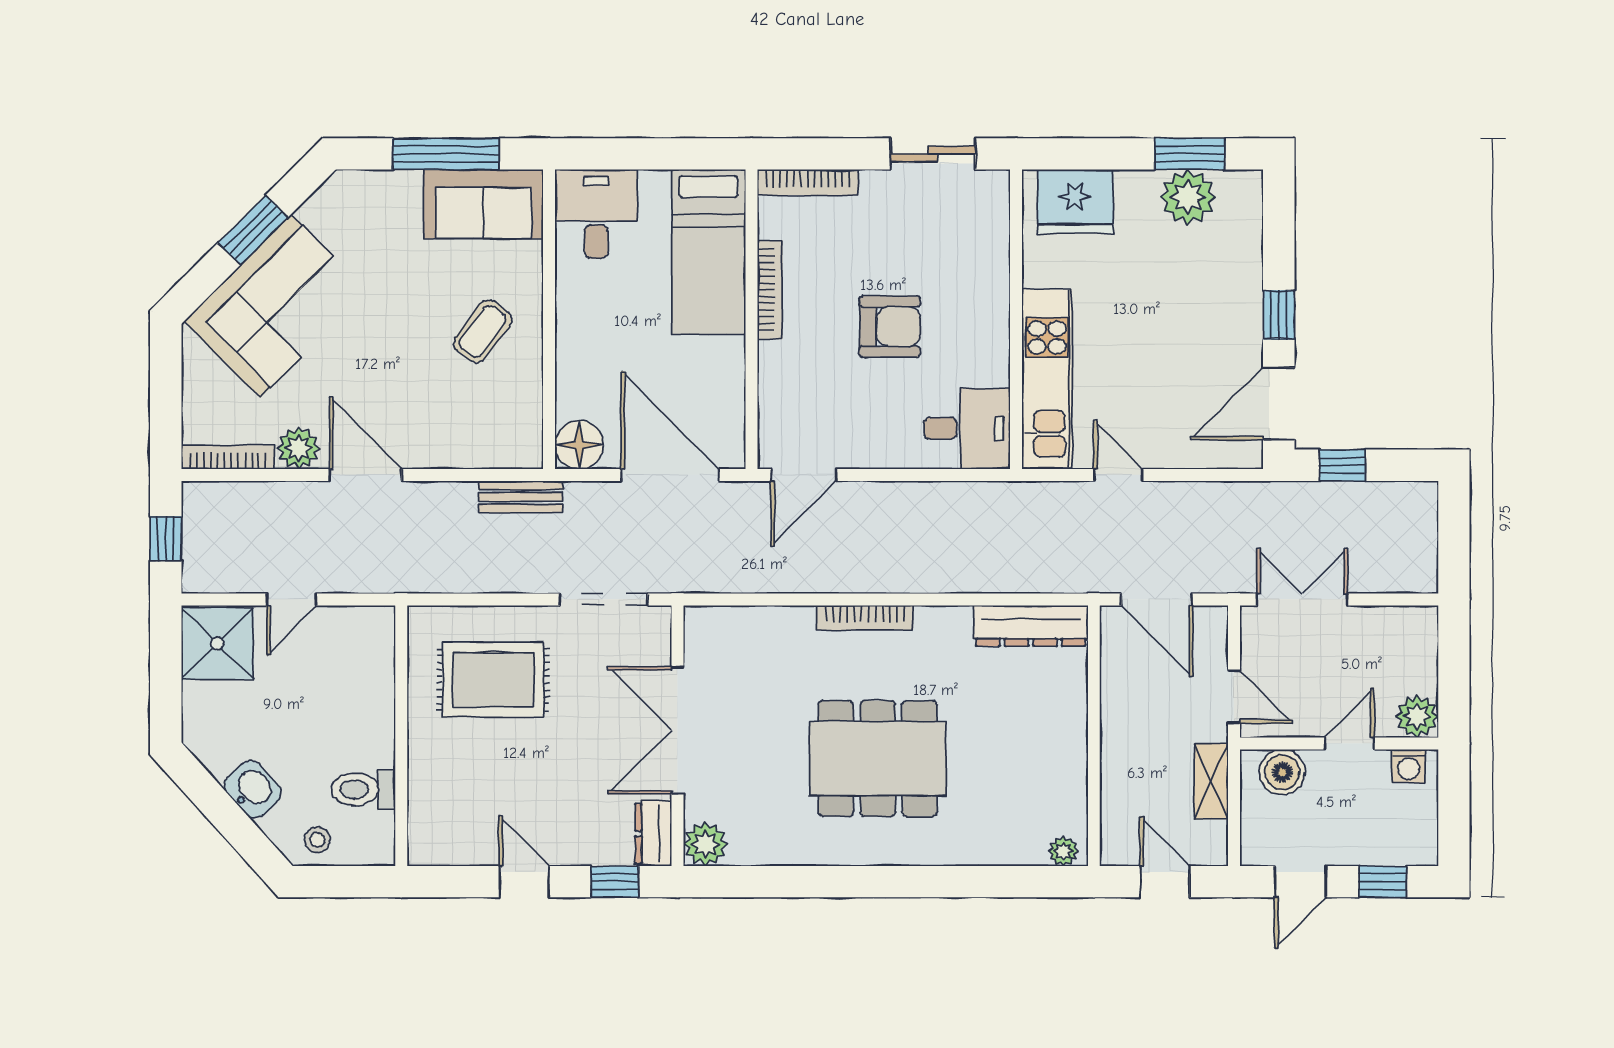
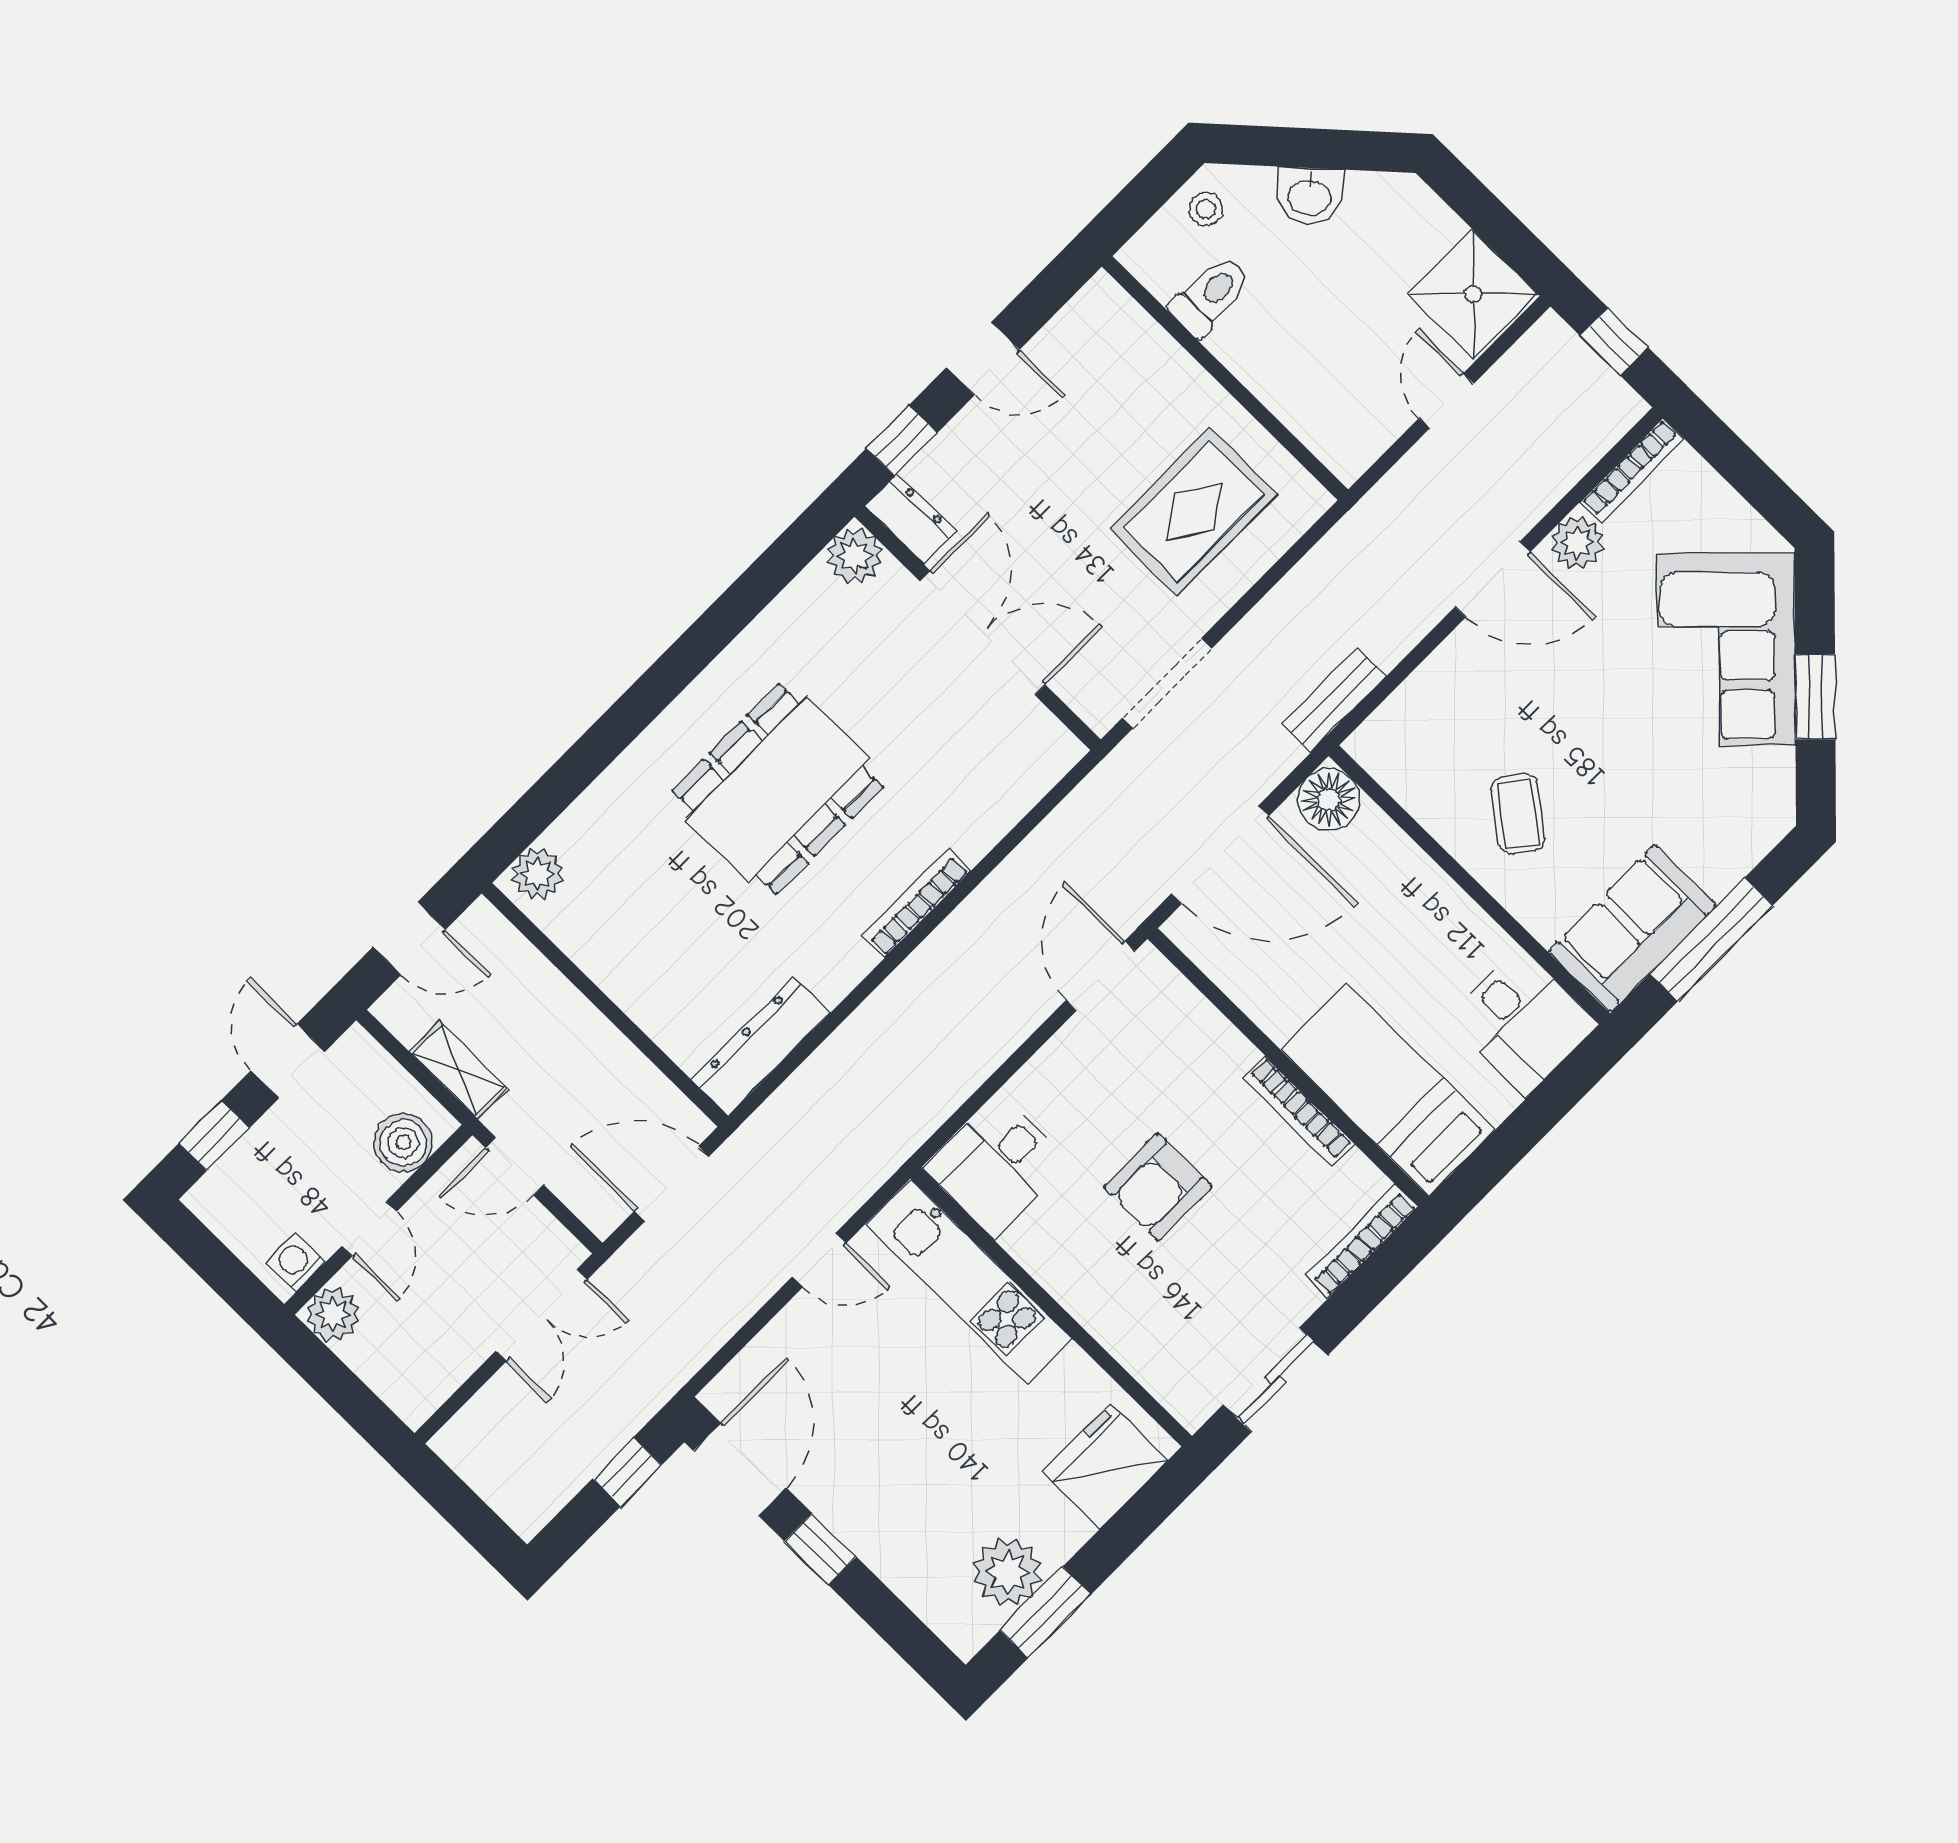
plant: (1063, 851) -> (538, 874), width x1.38, depth x1.38

